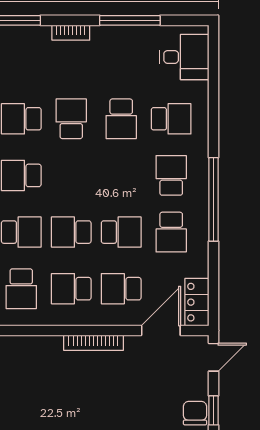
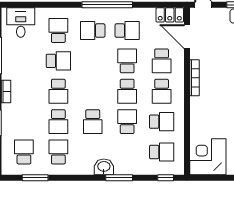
school desk: (71, 119) -> (58, 91), turned -90

